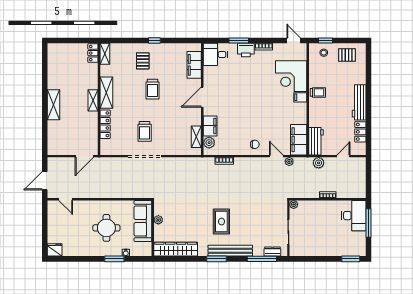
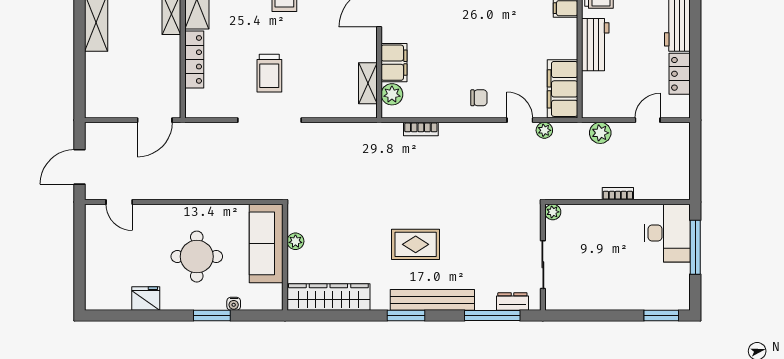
workbench: (316, 141) -> (595, 45), moved
rug: (221, 222) -> (416, 244), turned 90
fridge: (55, 250) -> (146, 299), moved

